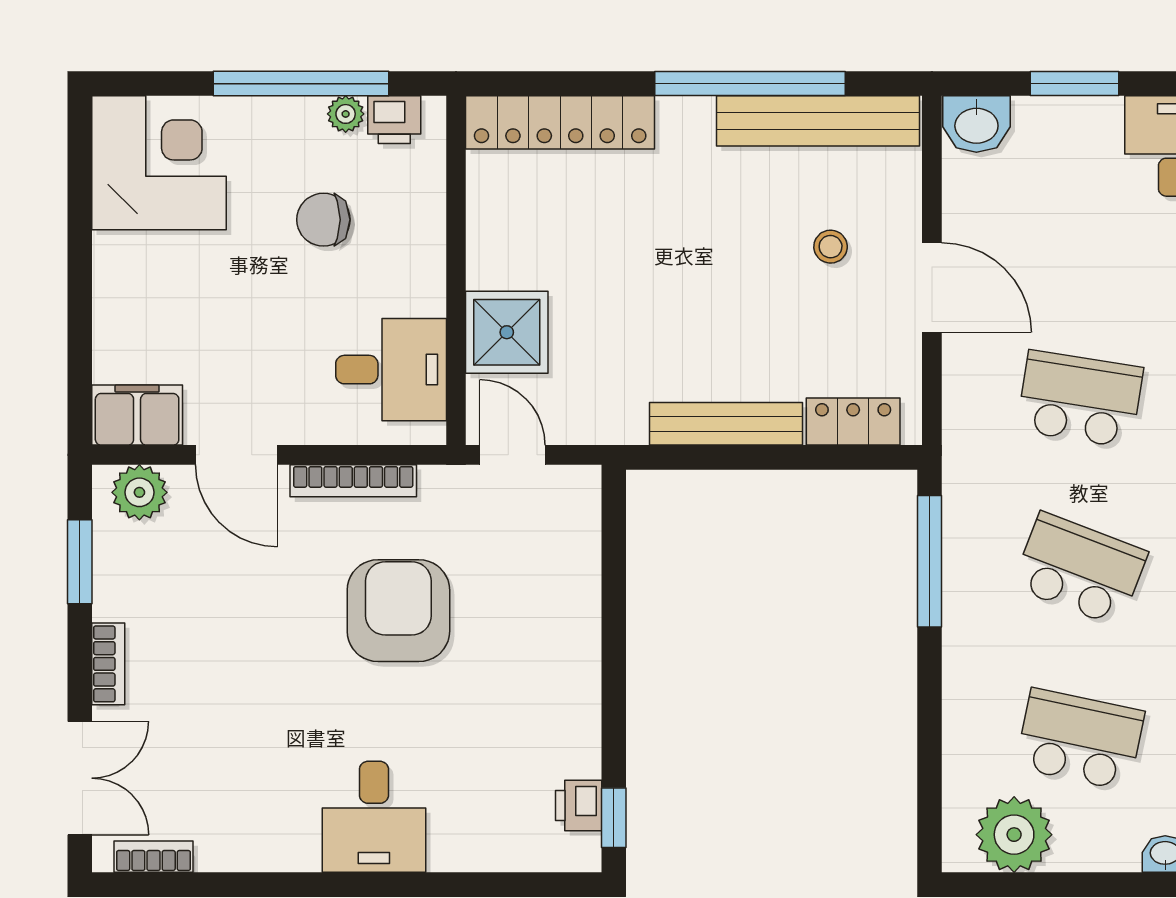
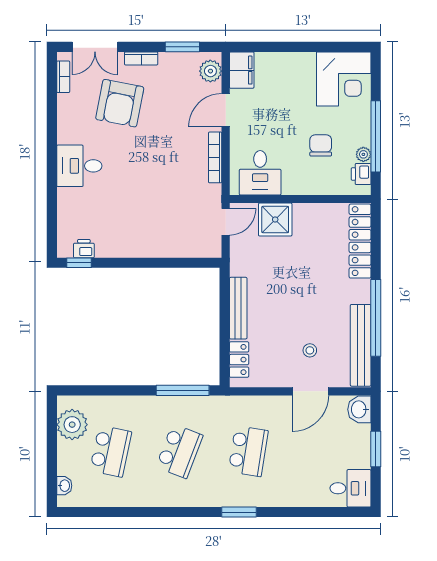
door: (932, 288) -> (310, 391), moved
armchair: (398, 611) -> (120, 103), moved, turned 101

